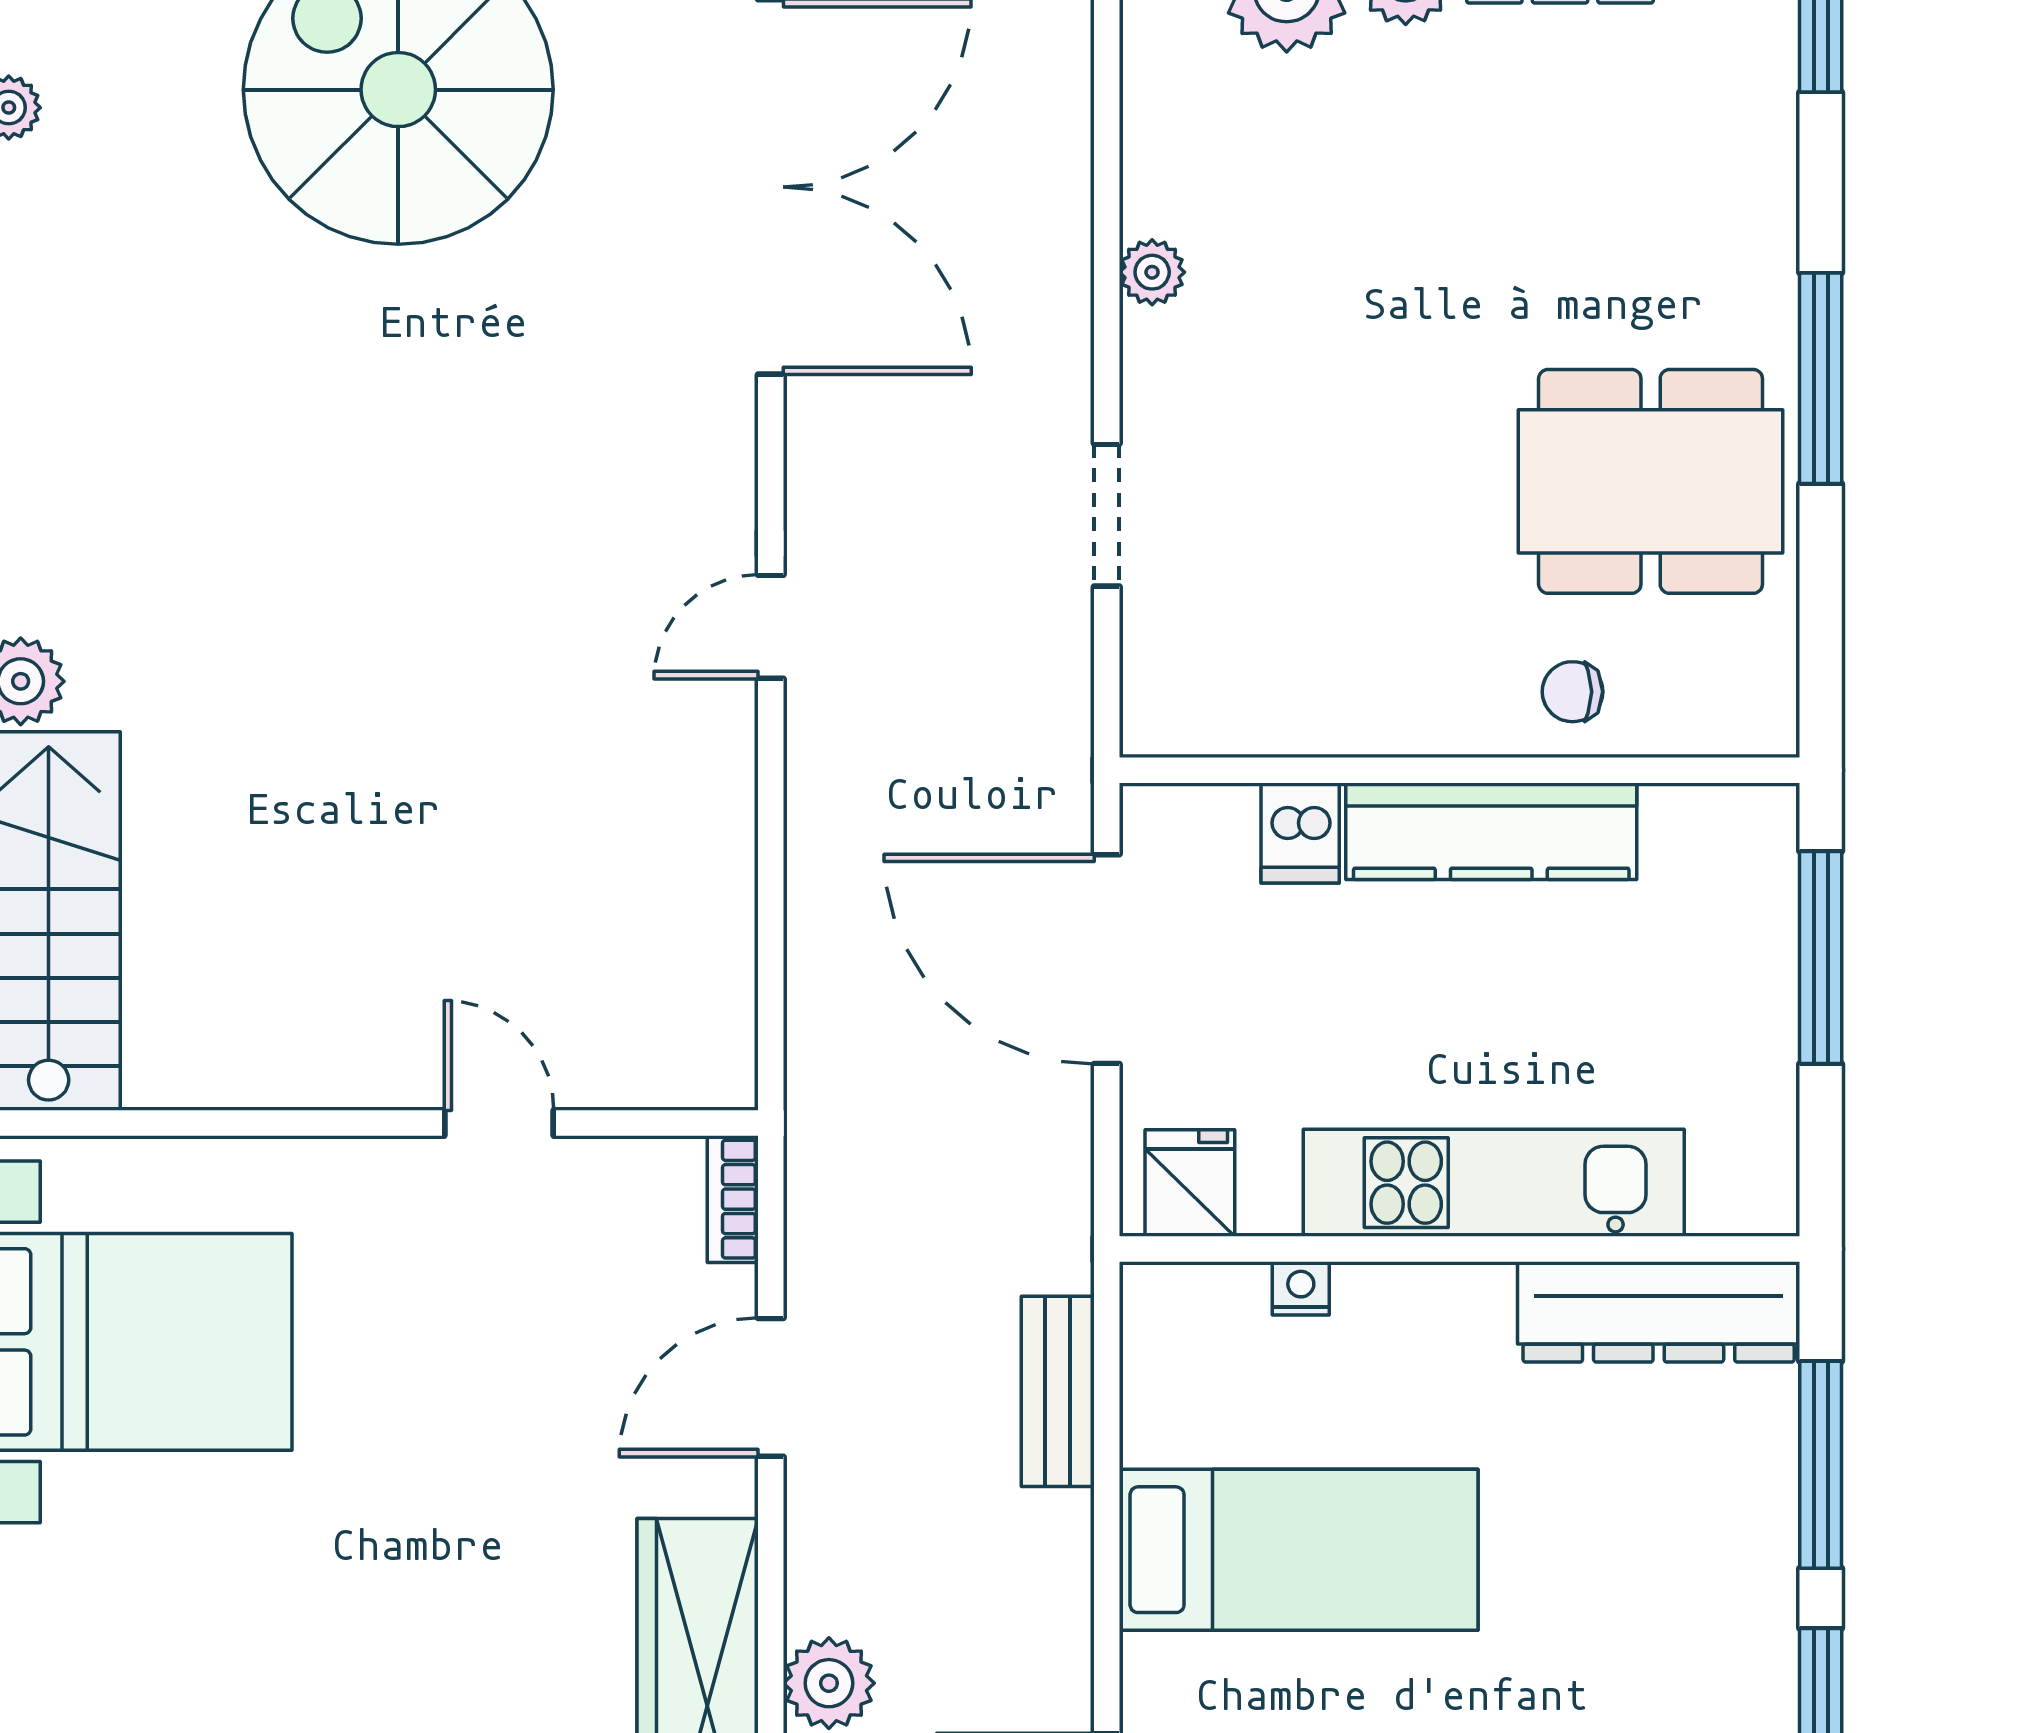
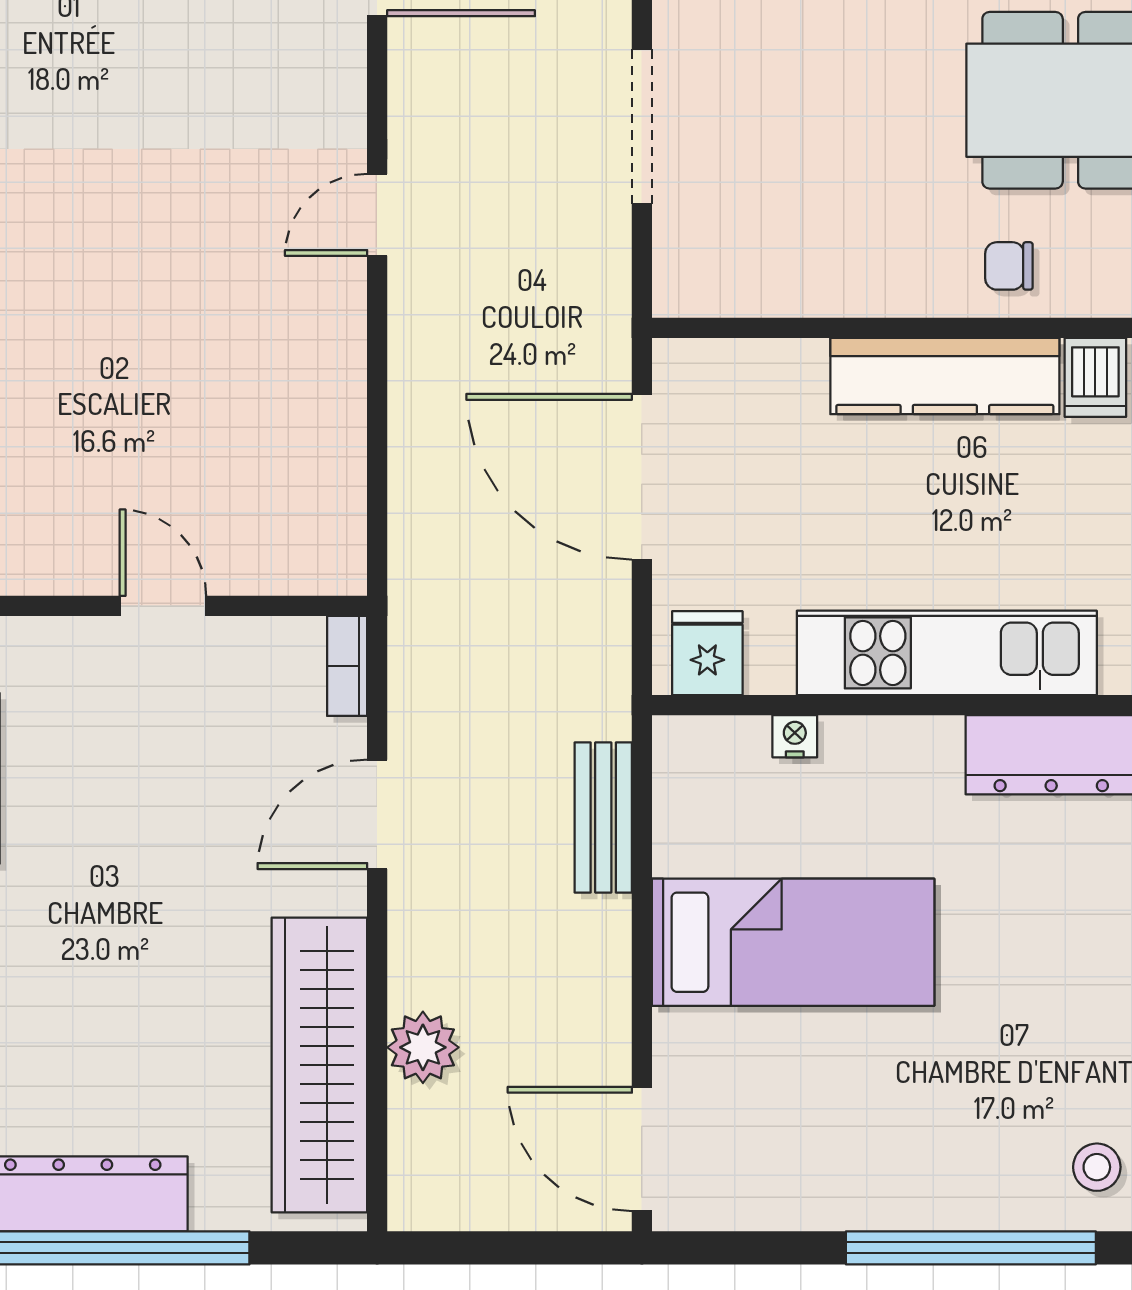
doorway: (1107, 515) -> (642, 127), width x1.38
dishwasher: (1300, 833) -> (1095, 377), moved

